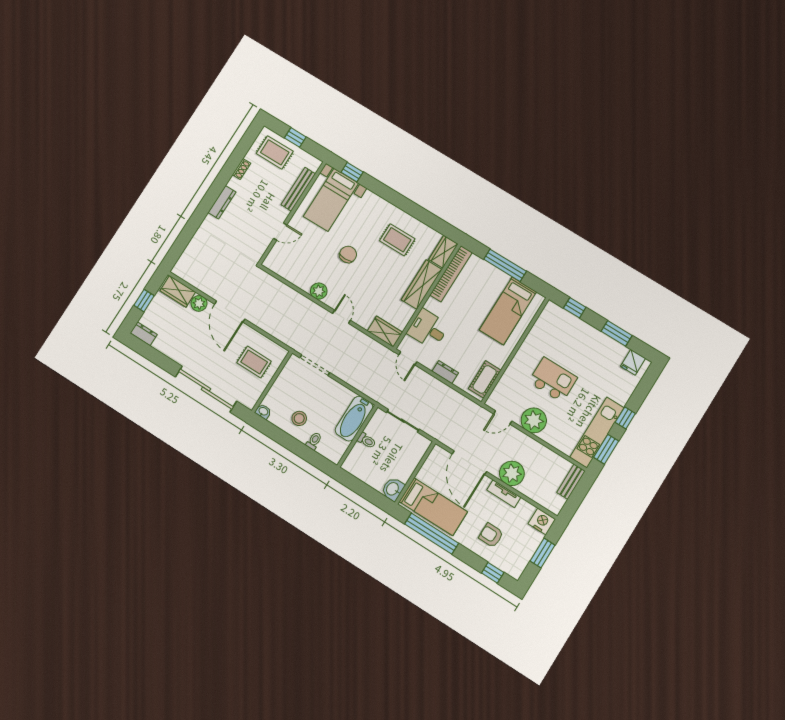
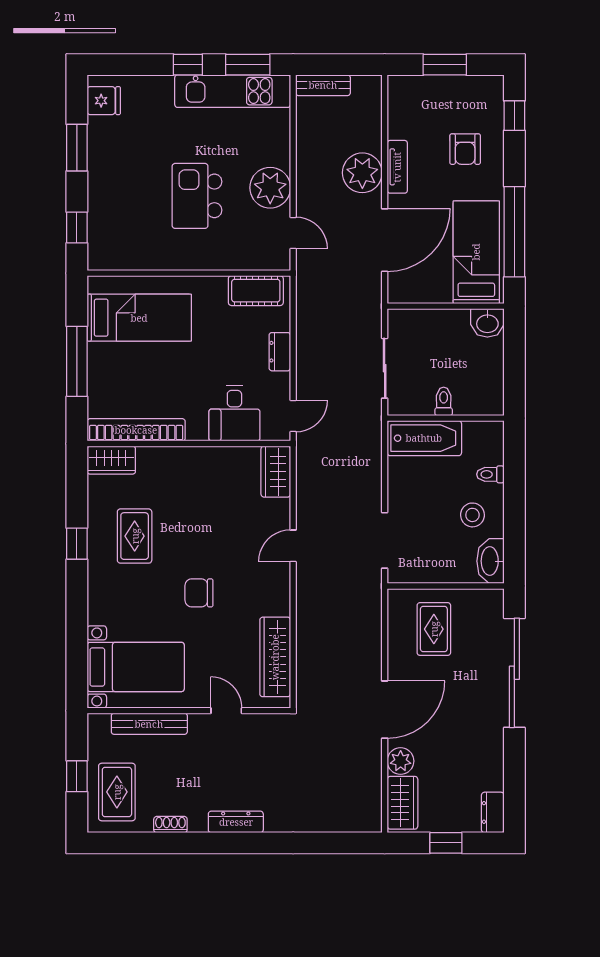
window: (352, 172) -> (77, 544), moved
wardrobe: (422, 285) -> (275, 657), moved, turned 90
plant: (319, 291) -> (277, 601), removed
washbasin: (263, 412) -> (490, 561), width x1.91, depth x1.45
nightstand: (542, 521) -> (402, 92), removed

